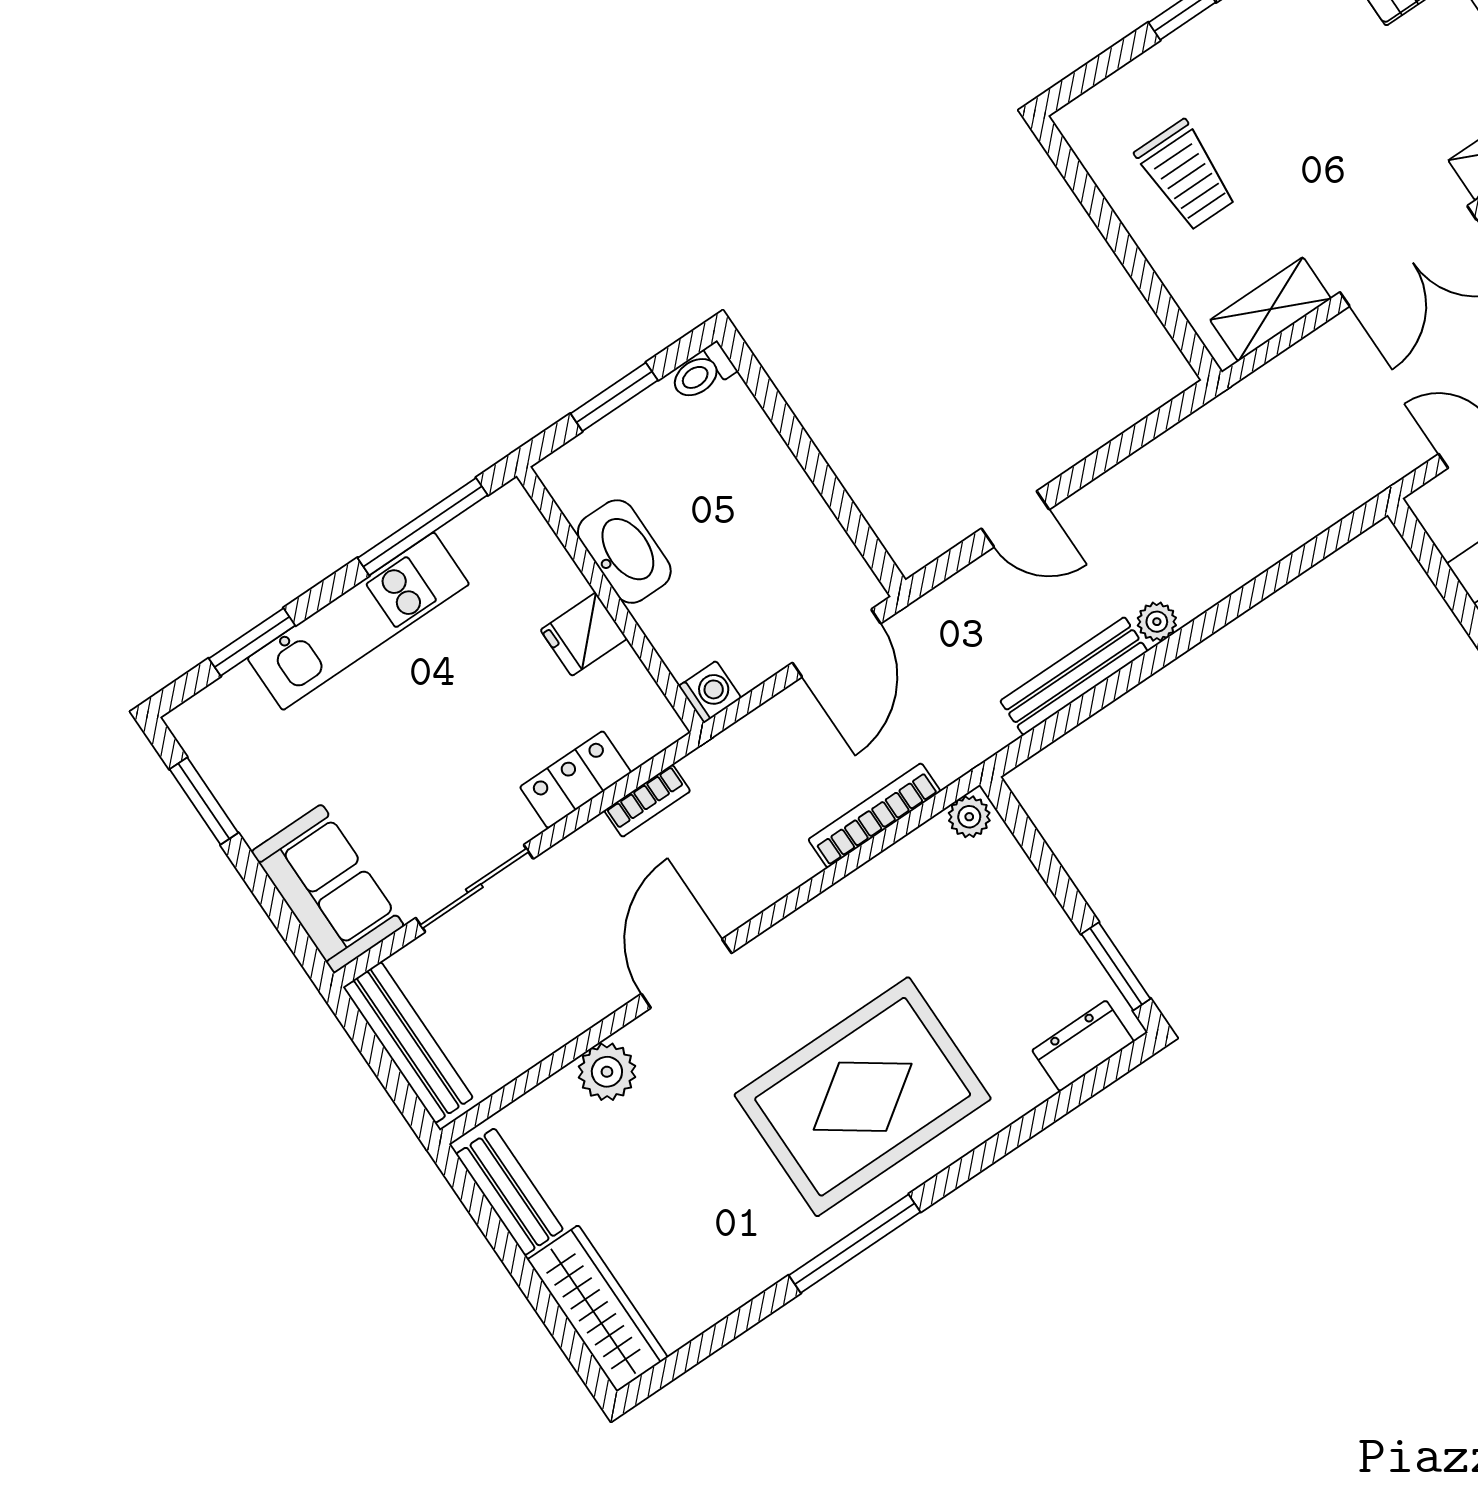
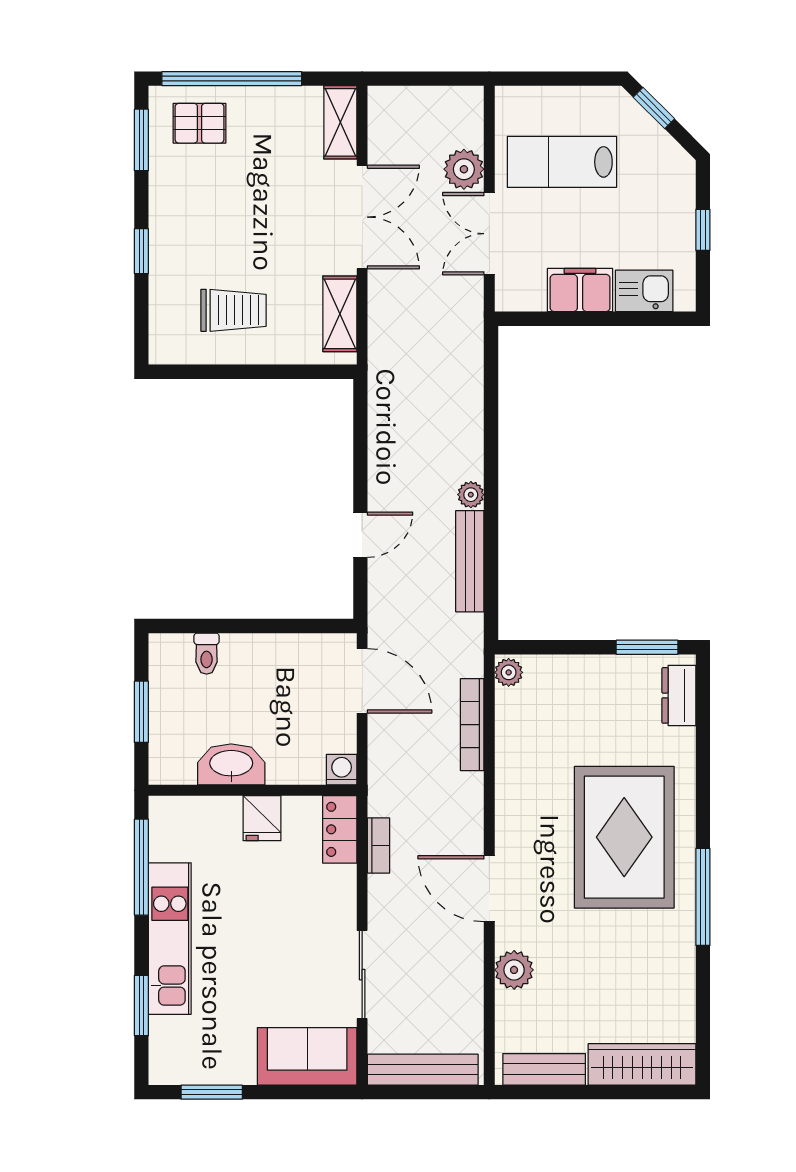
toilet: (702, 373) -> (207, 654), moved
locker: (576, 780) -> (340, 829), moved

